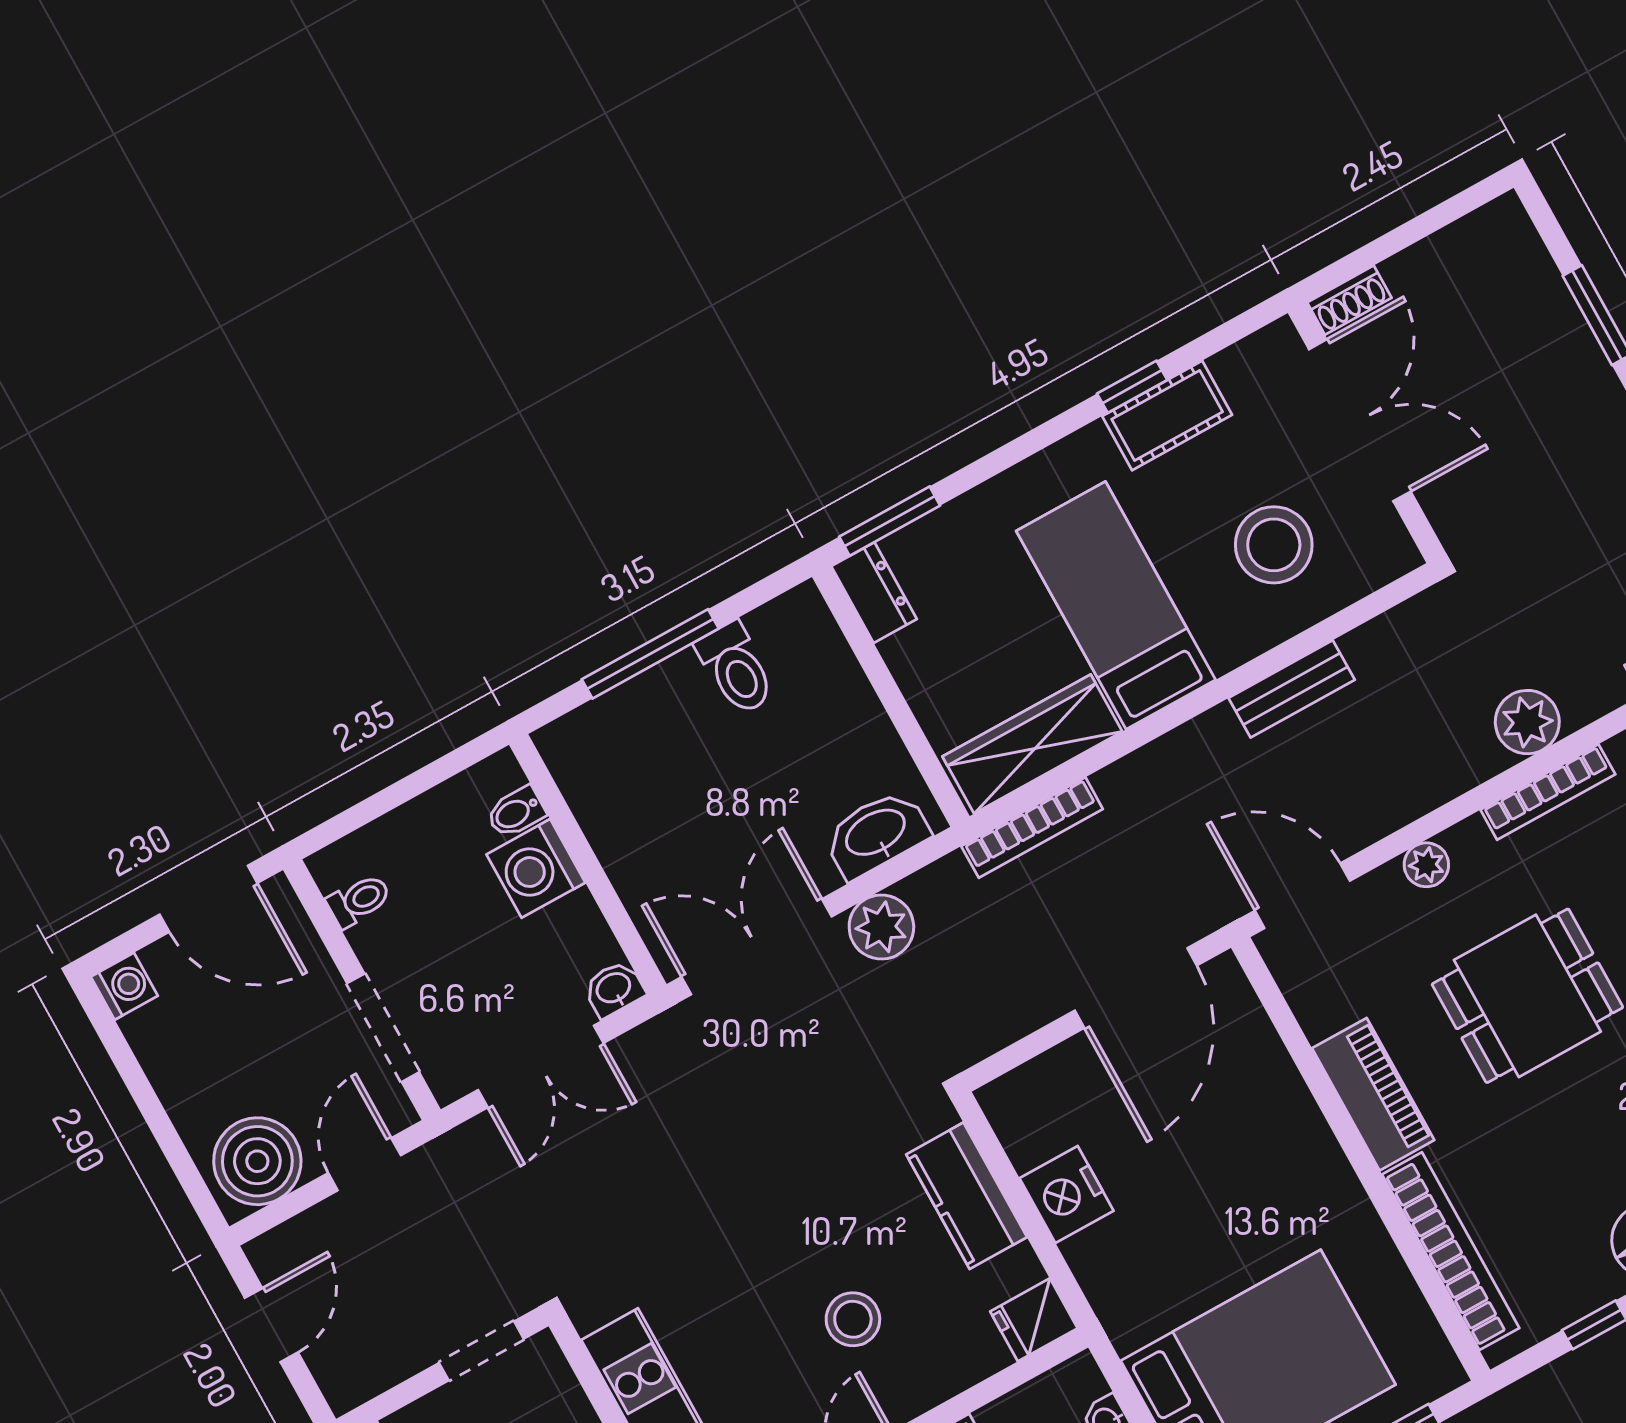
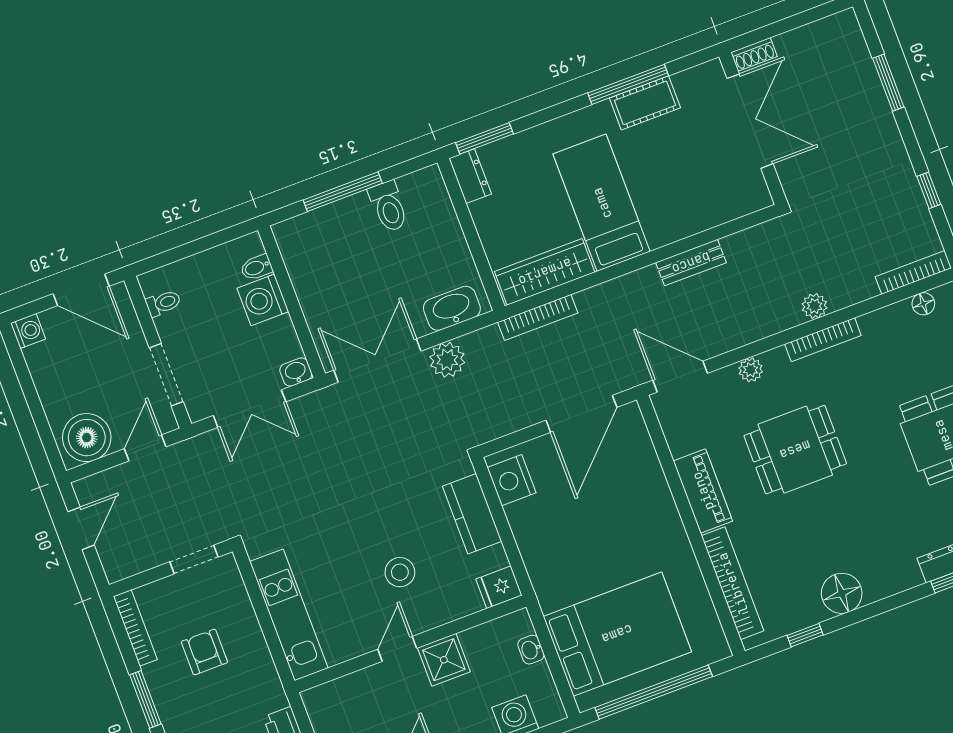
window: (1132, 387) -> (628, 84), width x2.17
stool: (1274, 545) -> (693, 182), removed
plant: (1527, 722) -> (814, 306), width x0.73, depth x0.73
nightstand: (1067, 1194) -> (512, 480), moved

